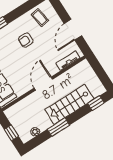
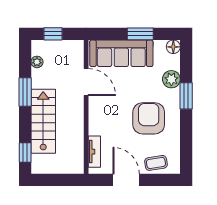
coffee table: (40, 18) -> (156, 163), moved
armchair: (26, 40) -> (149, 118), width x1.88, depth x1.88
door: (43, 84) -> (86, 82), moved

